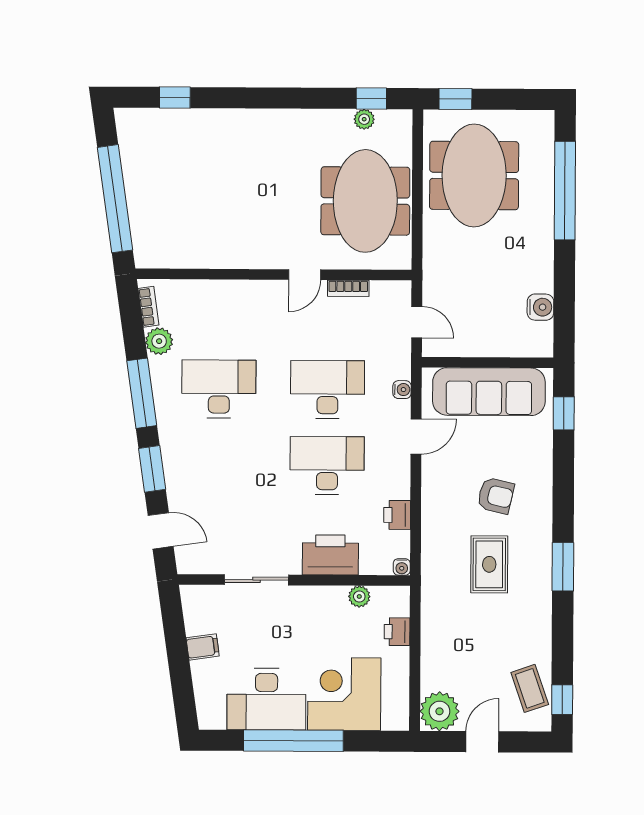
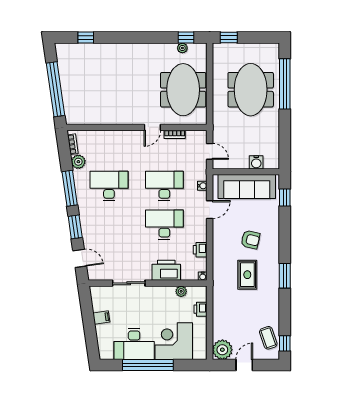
meeting table: (474, 175) -> (251, 90), moved
water cooler: (540, 307) -> (256, 162), moved, turned 90

